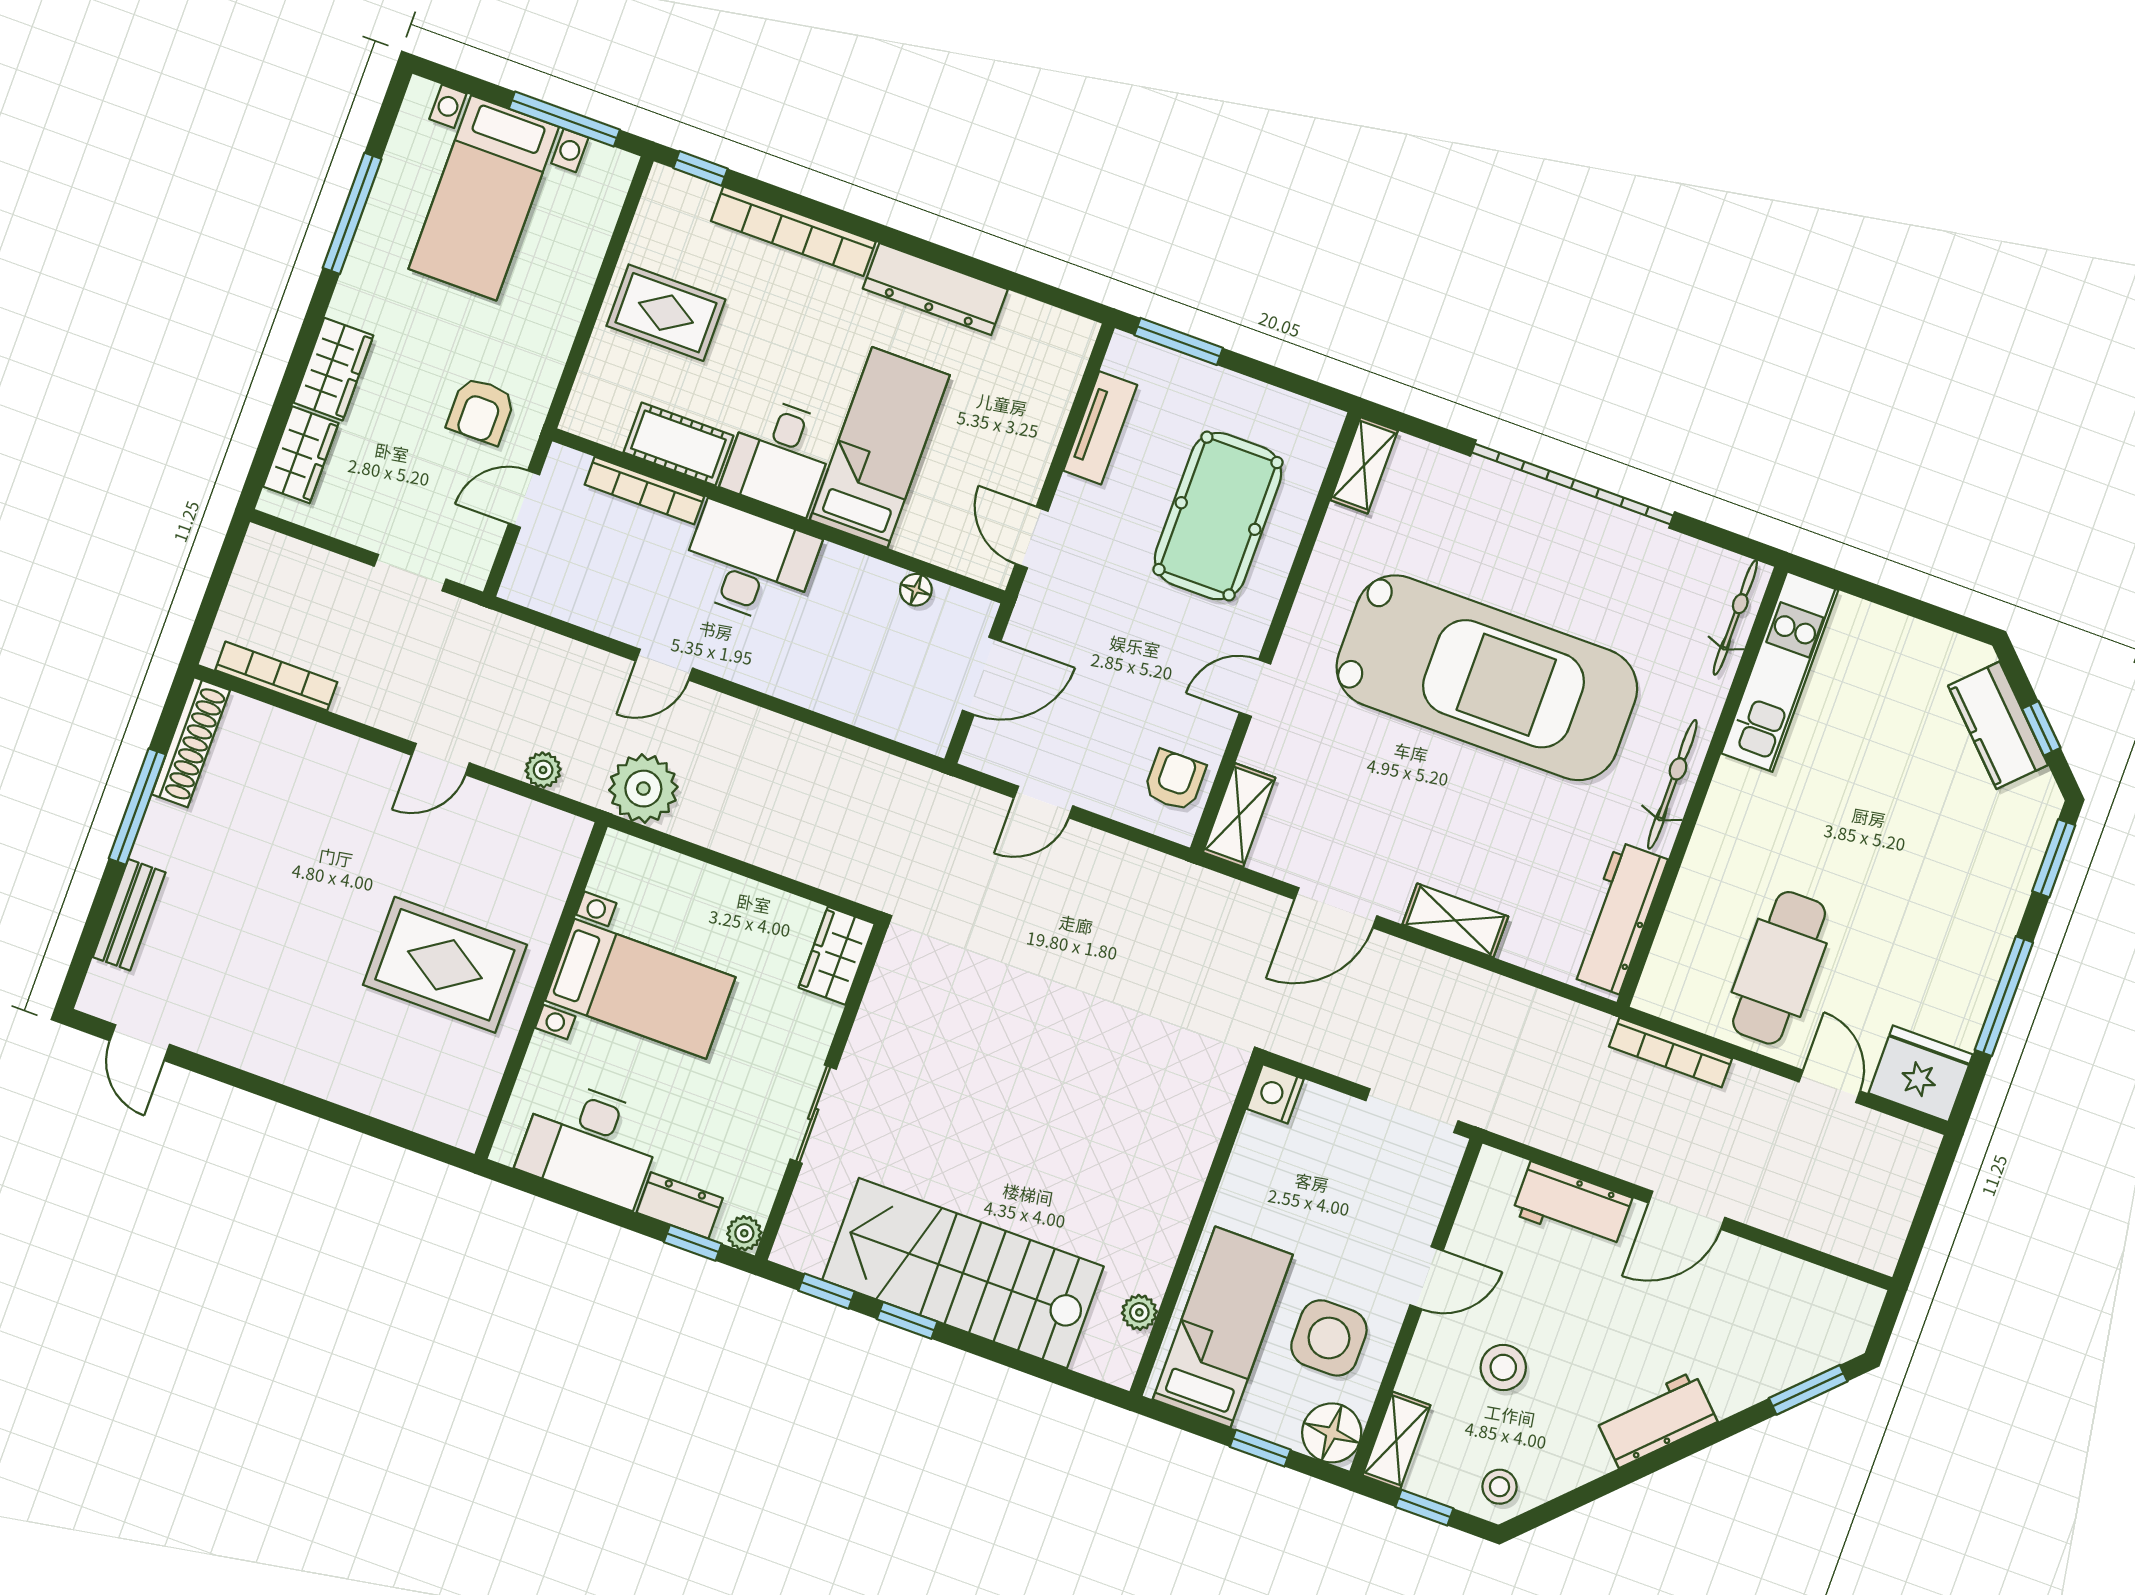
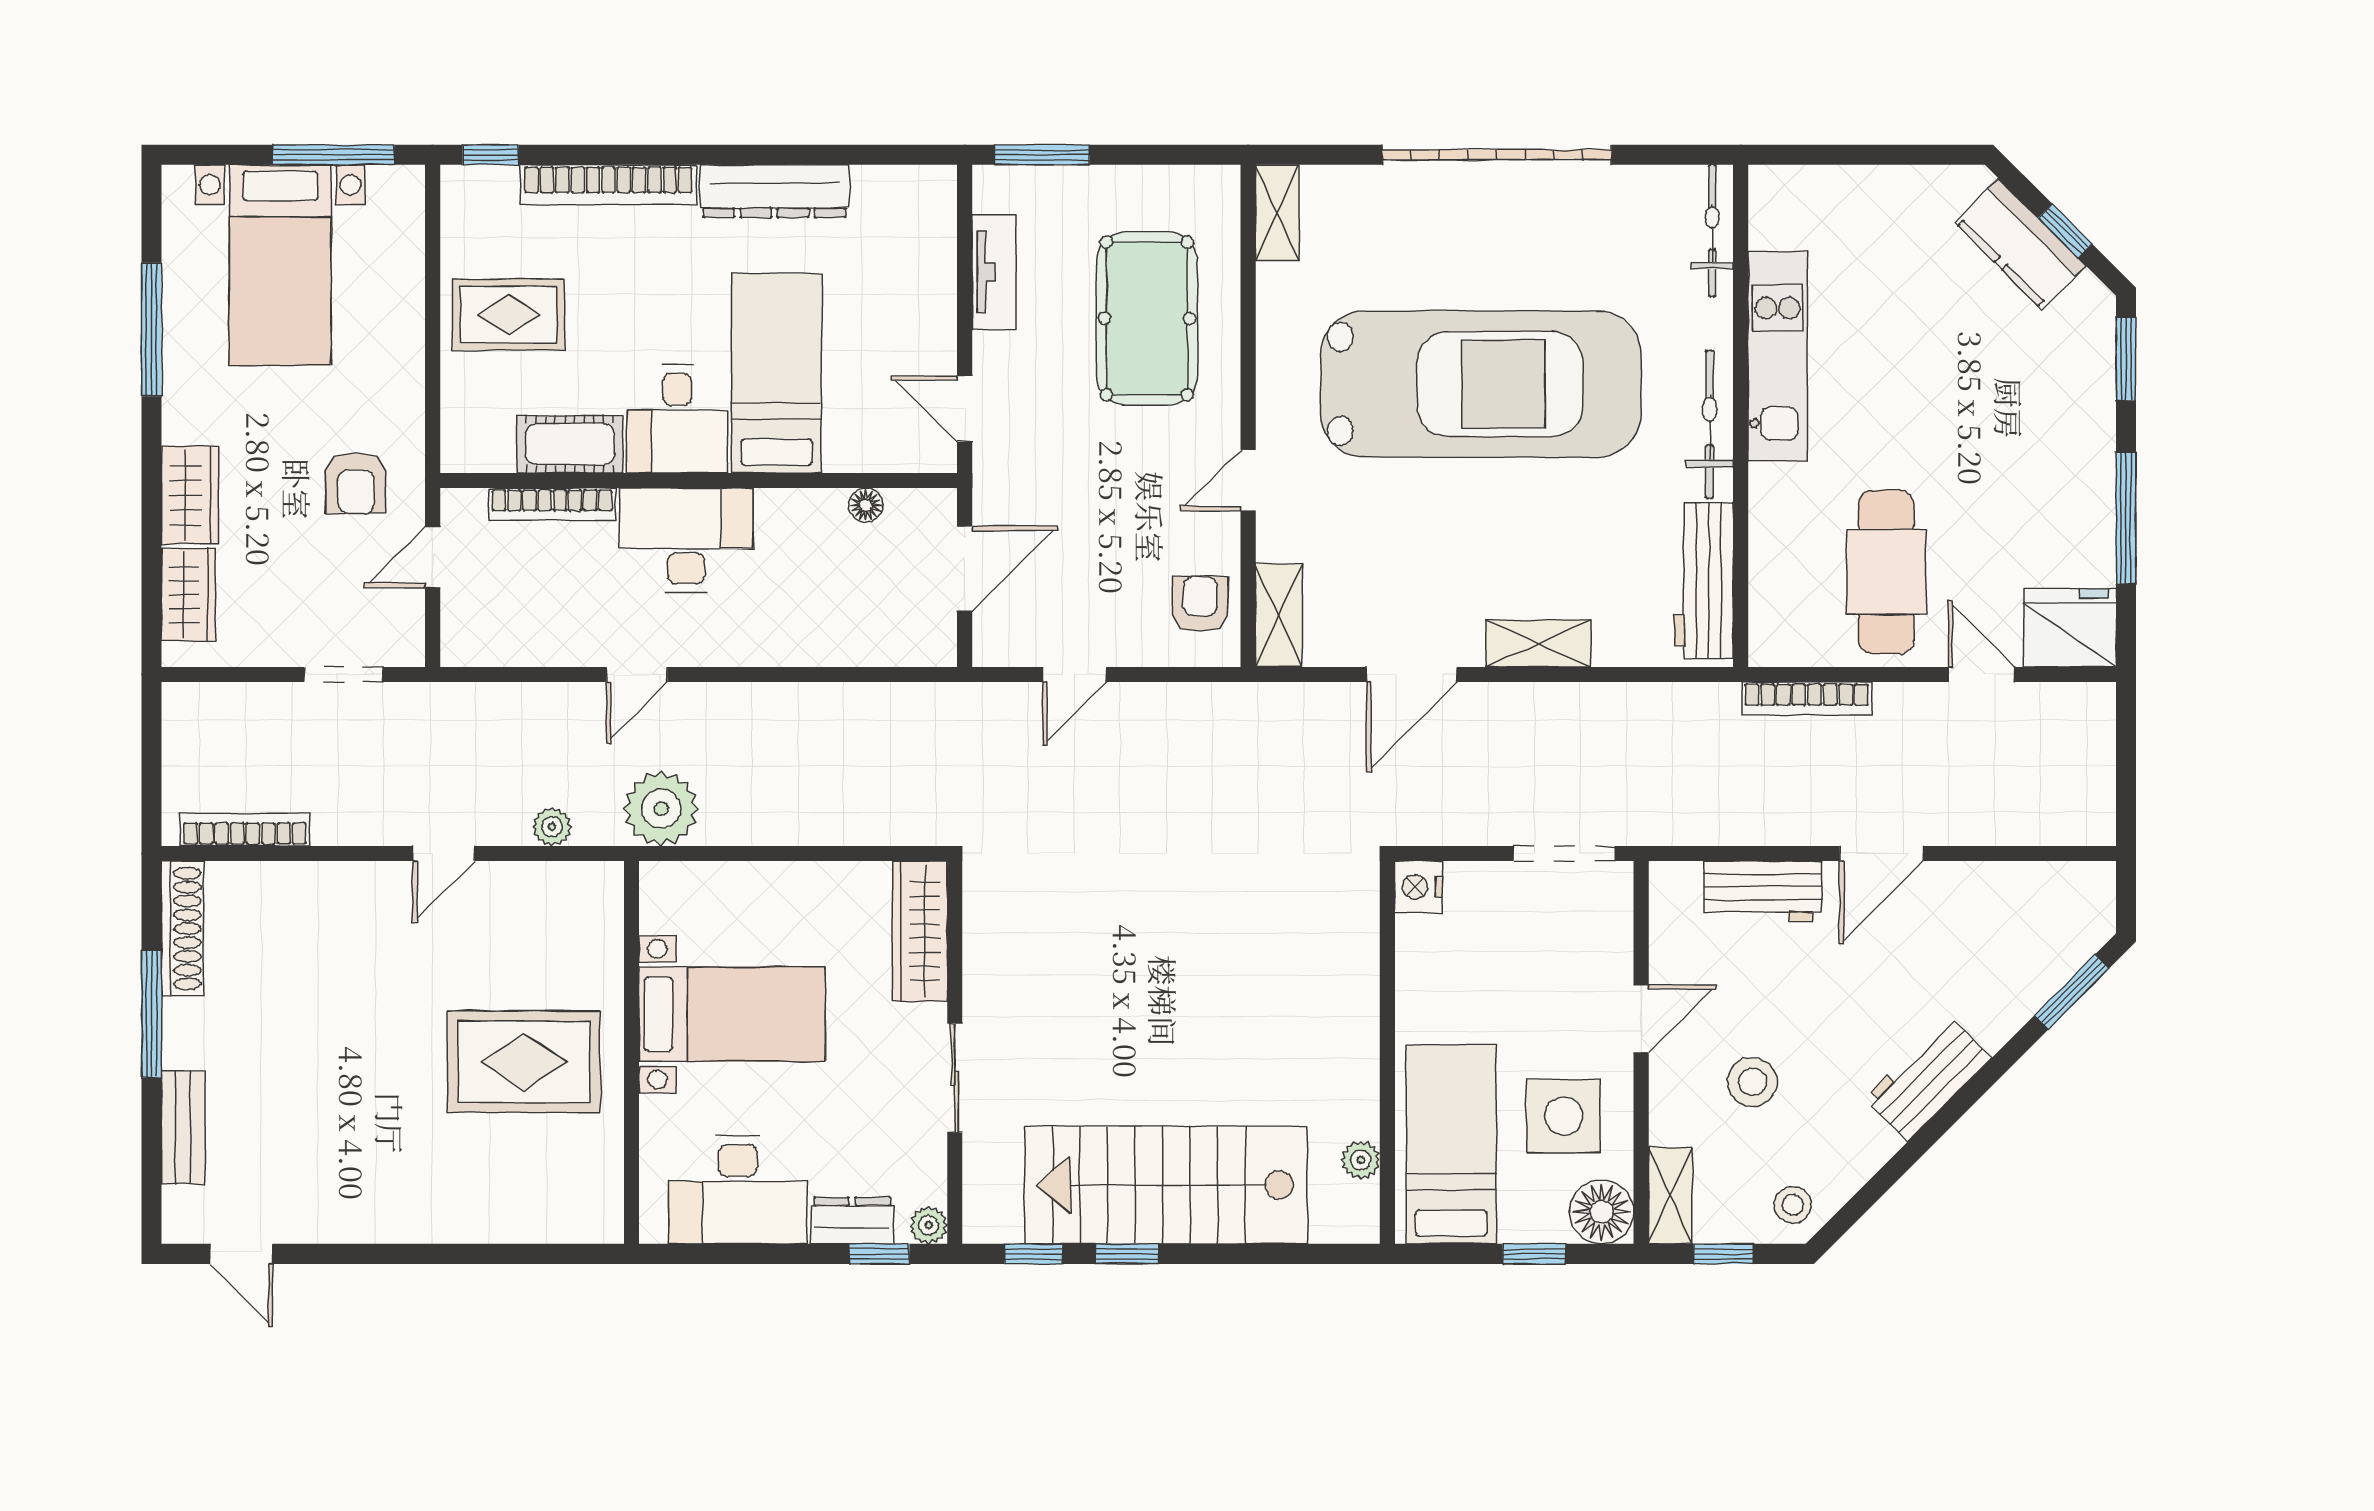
kitchen unit: (1780, 672) -> (1778, 356), moved
wardrobe: (837, 956) -> (920, 931), width x1.50

